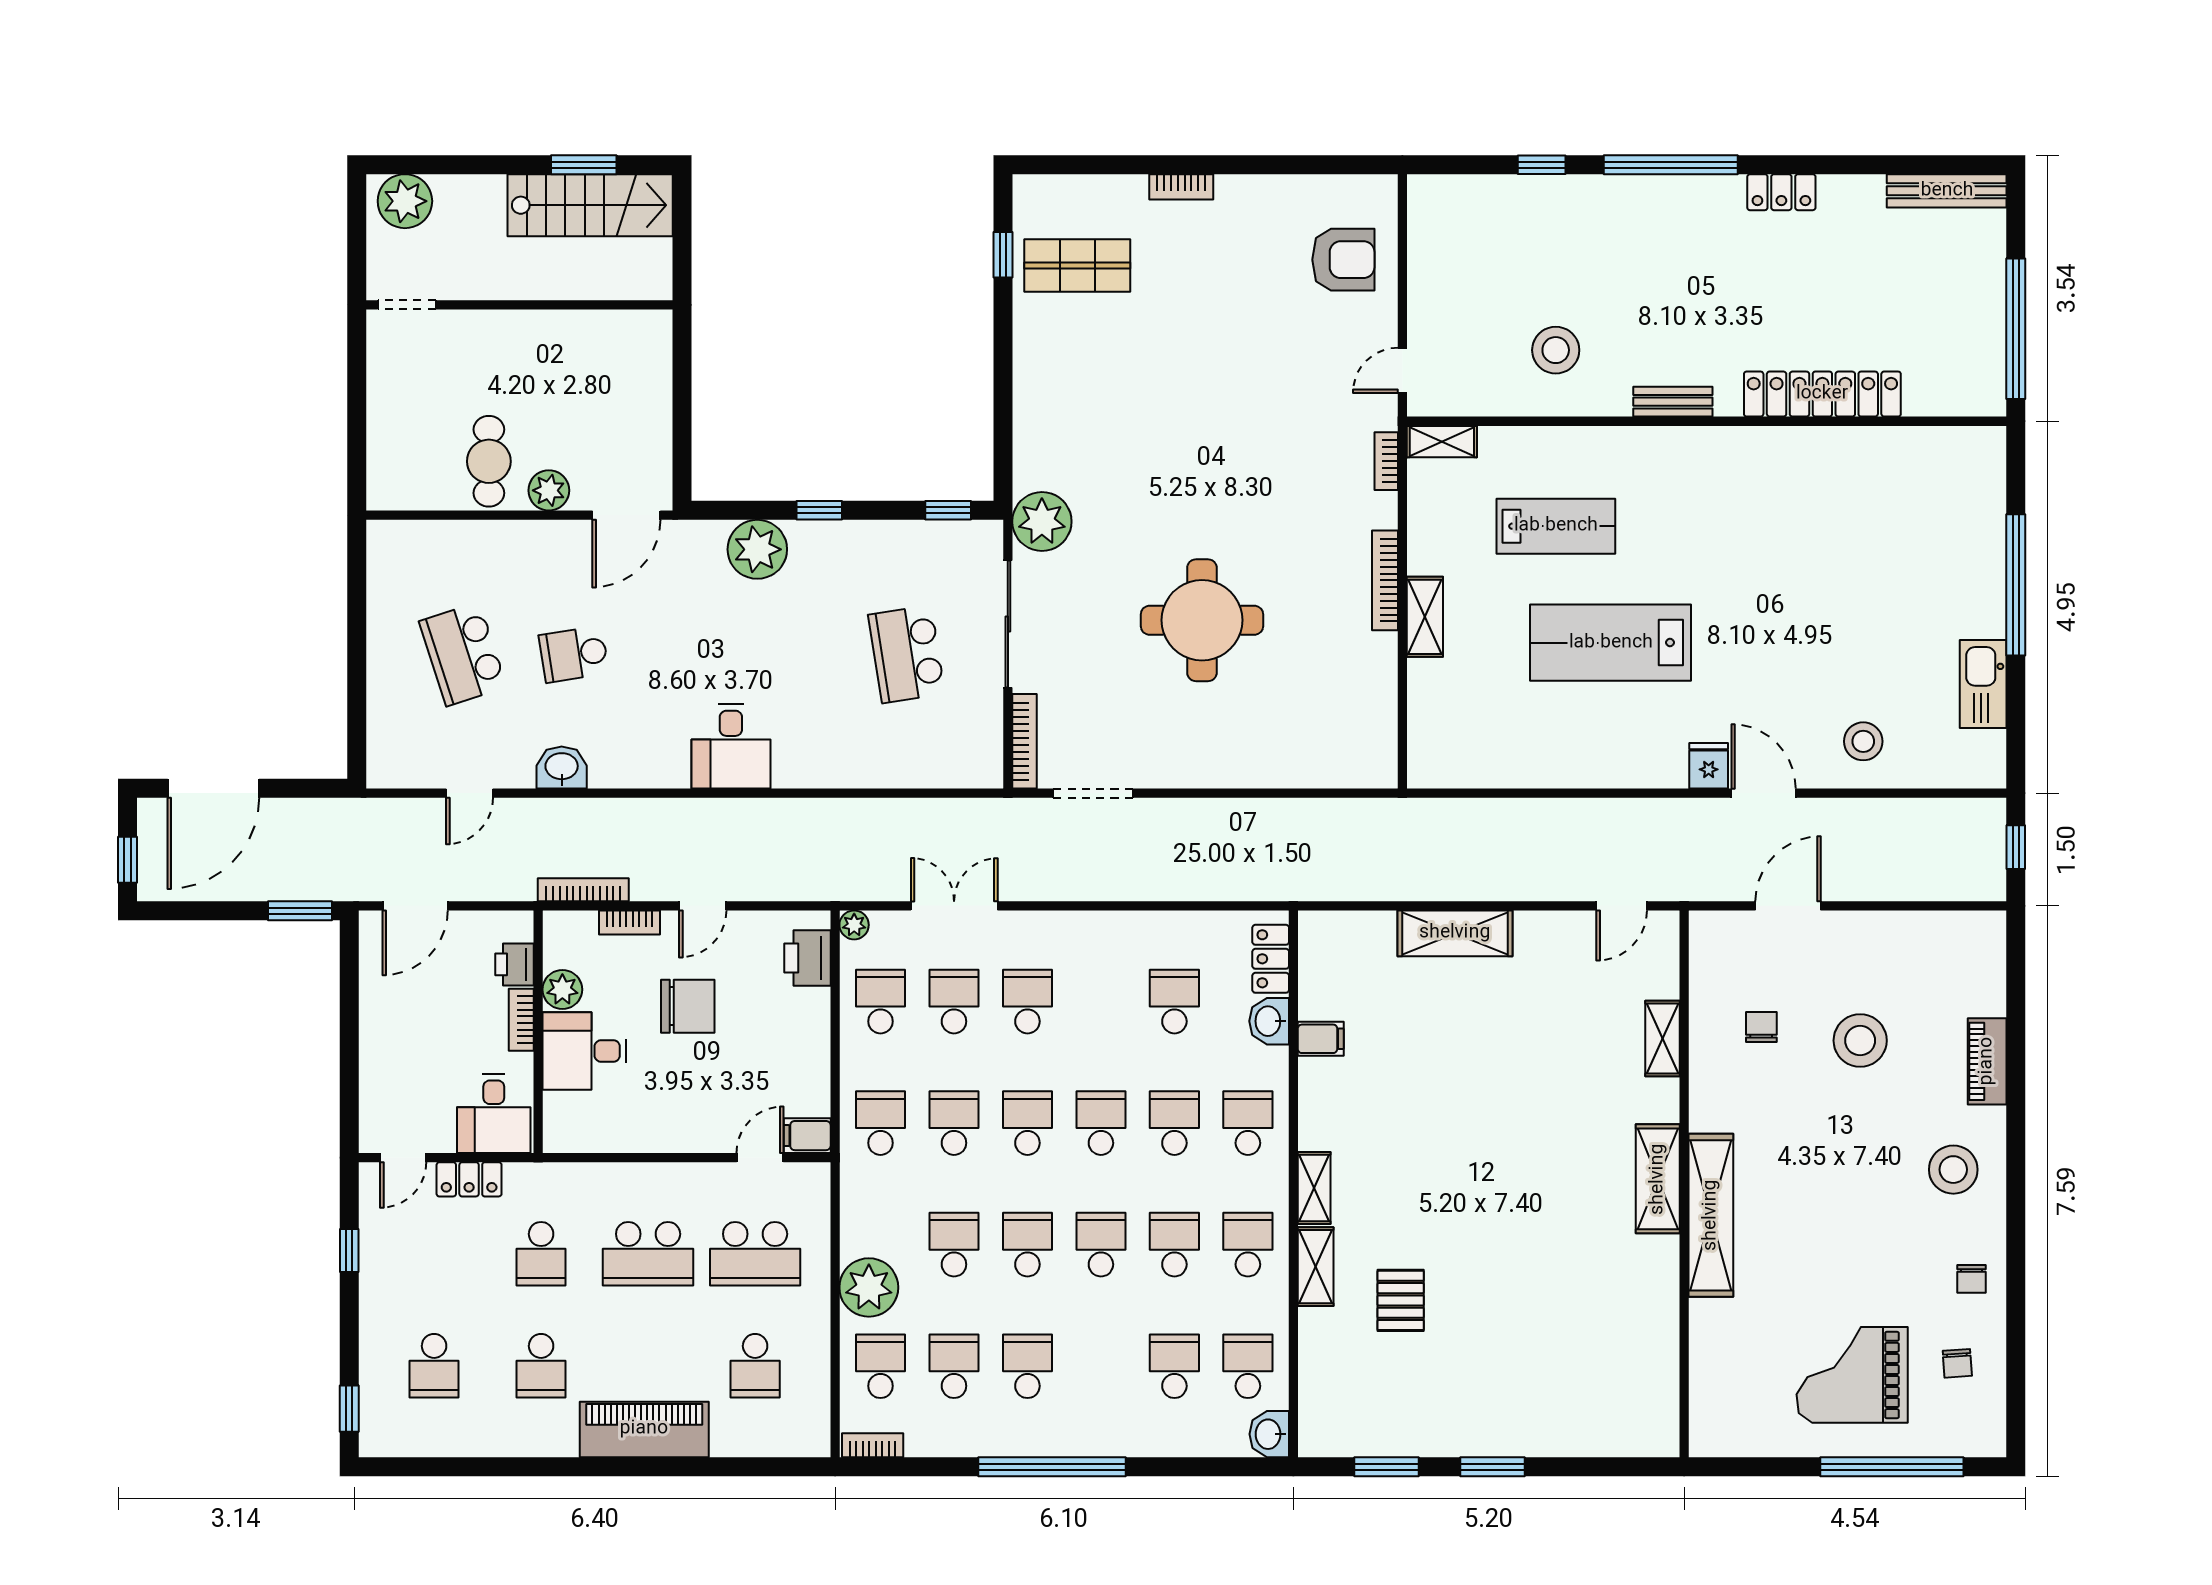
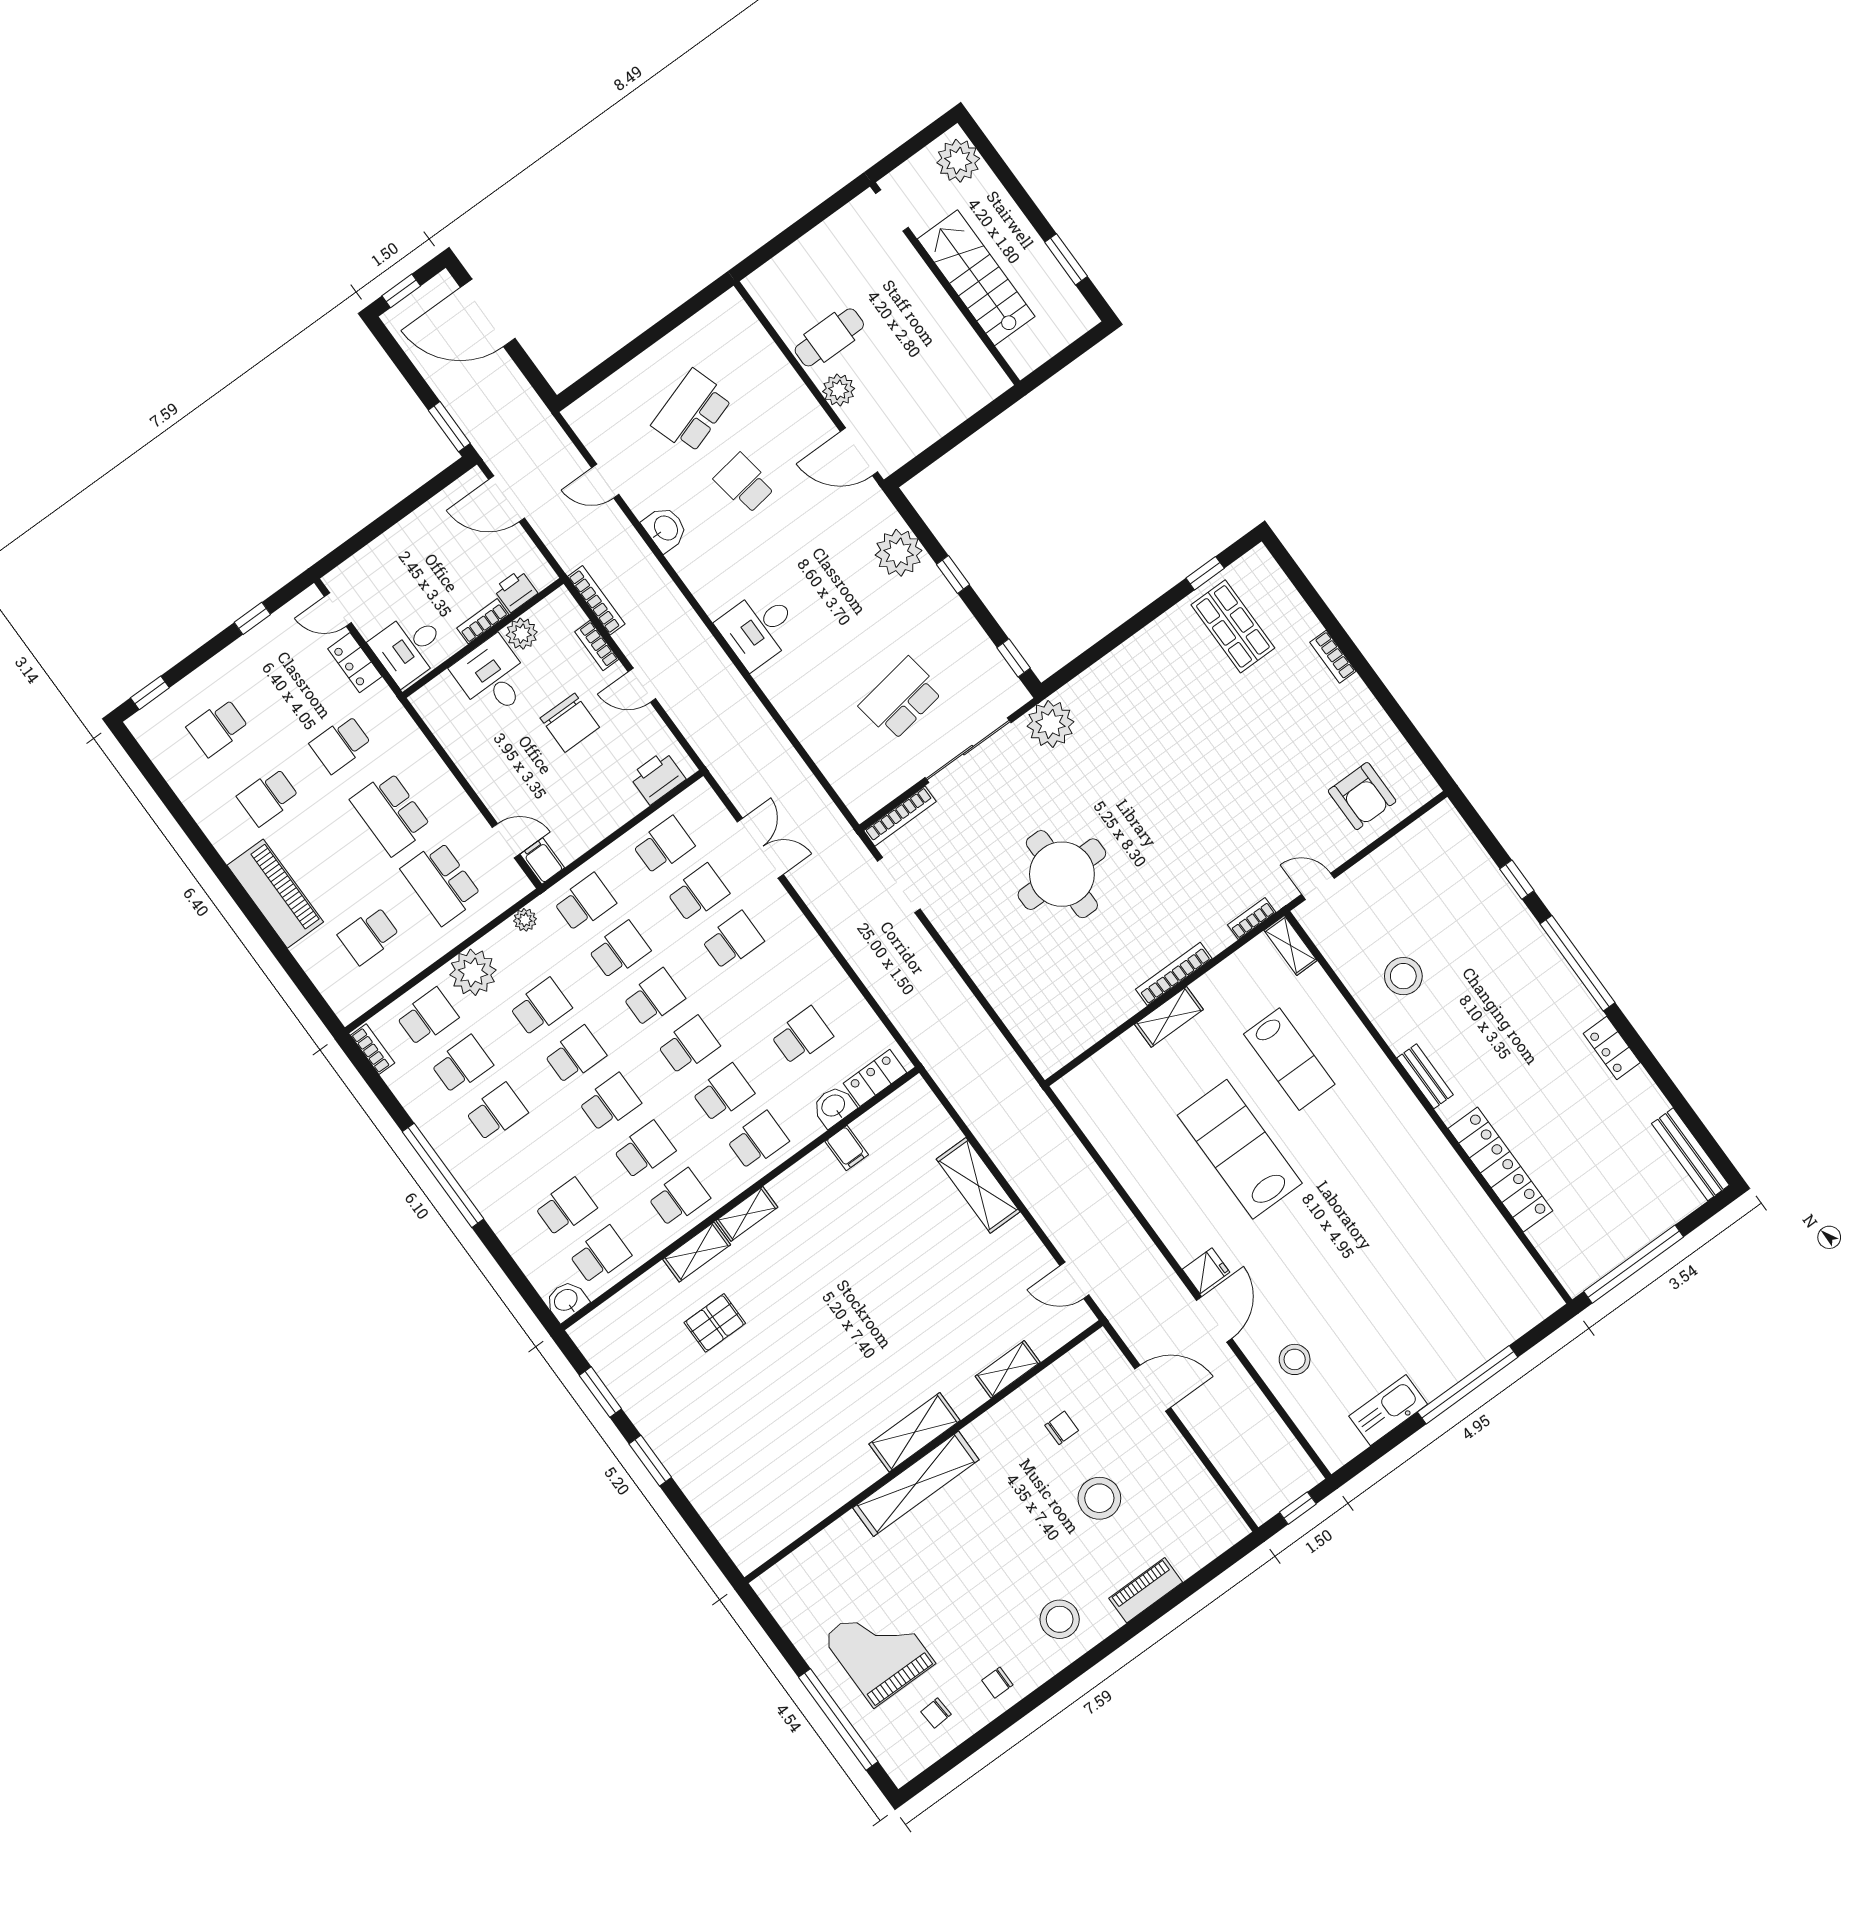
stairs: (590, 205) -> (976, 278), moved, turned 180
plant: (854, 925) -> (525, 920), moved

